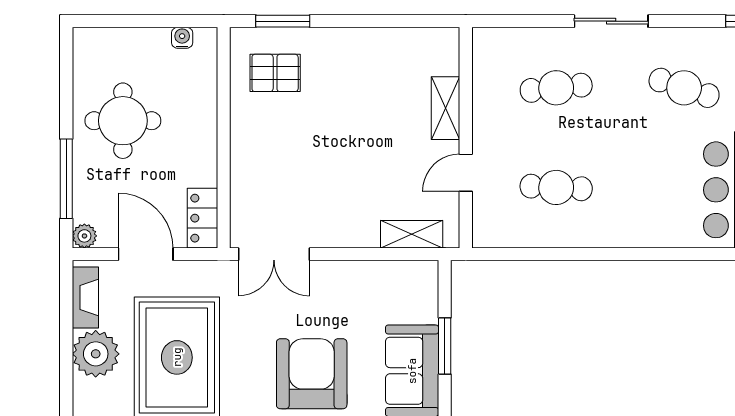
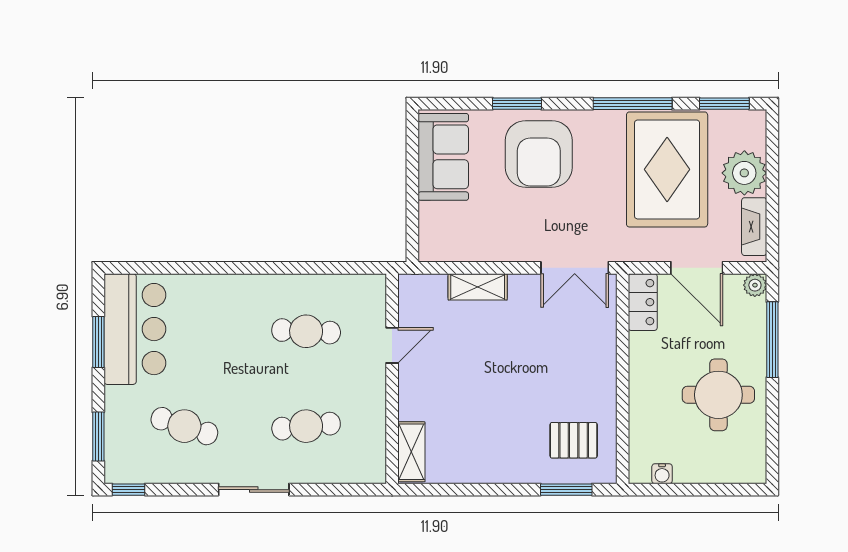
shelving: (445, 108) -> (411, 452), moved
shelving: (412, 234) -> (478, 287), moved
double door: (274, 254) -> (575, 268), swing flipped
window: (445, 346) -> (412, 180), removed

